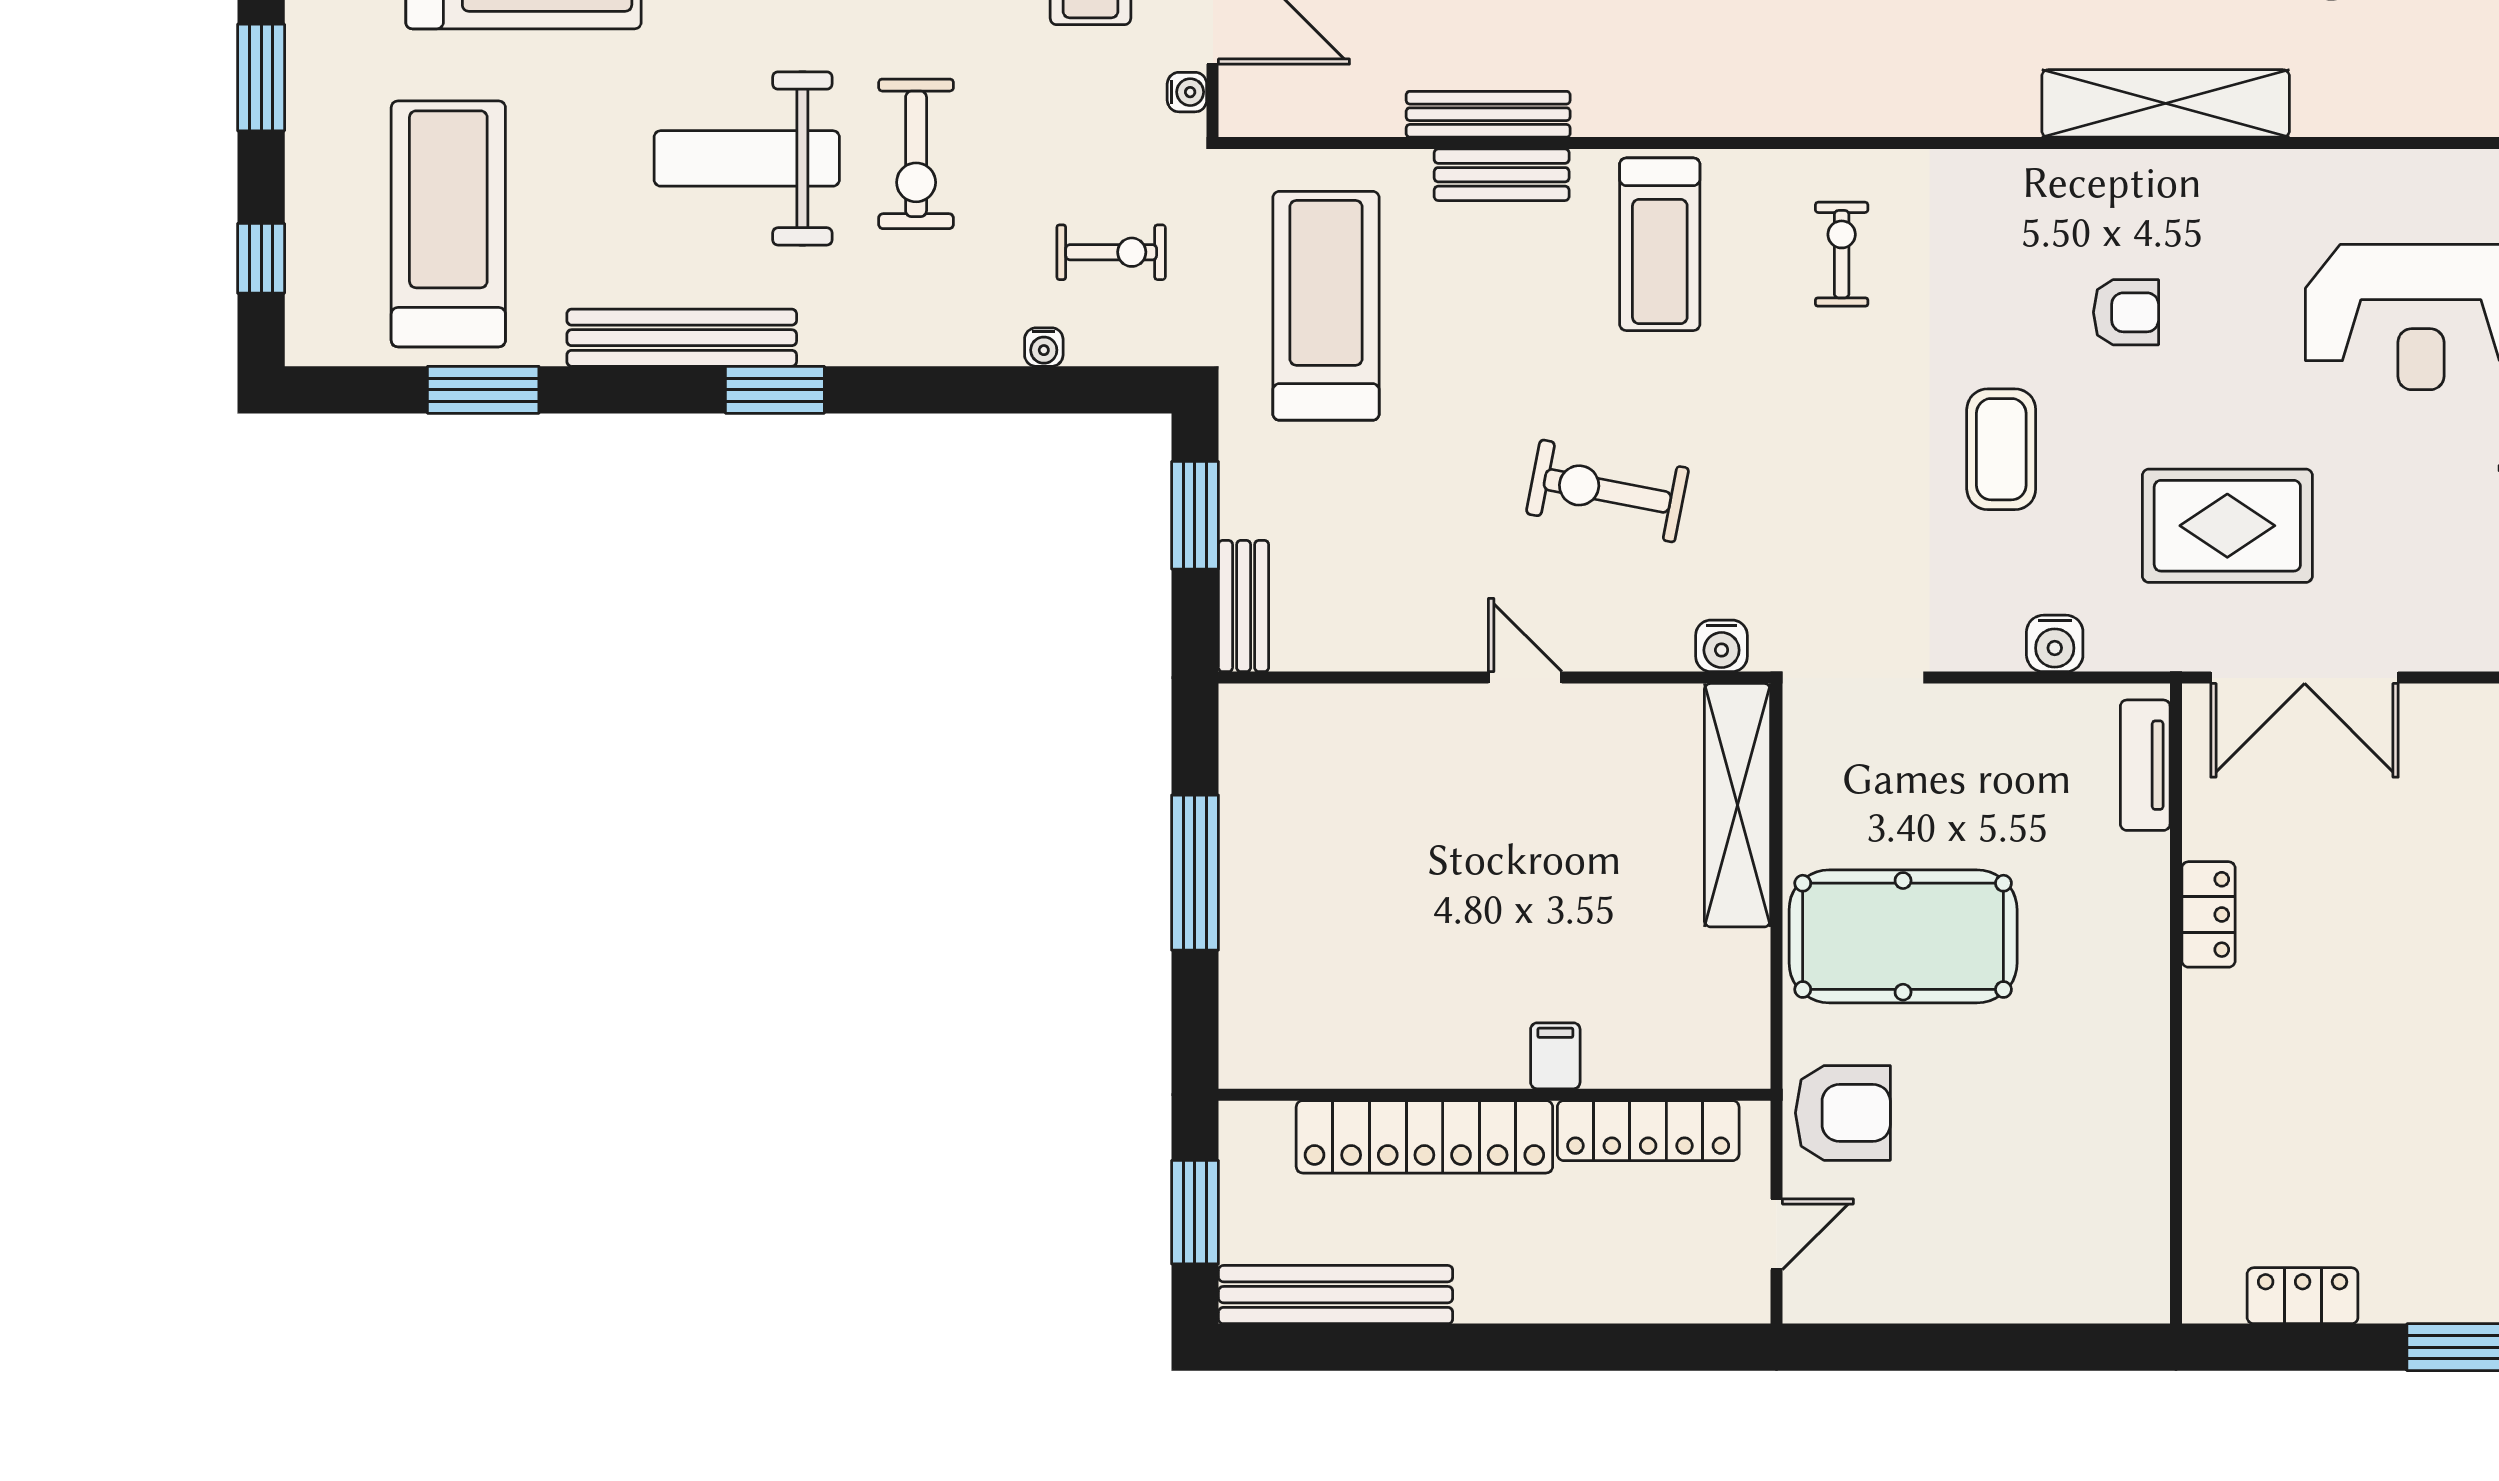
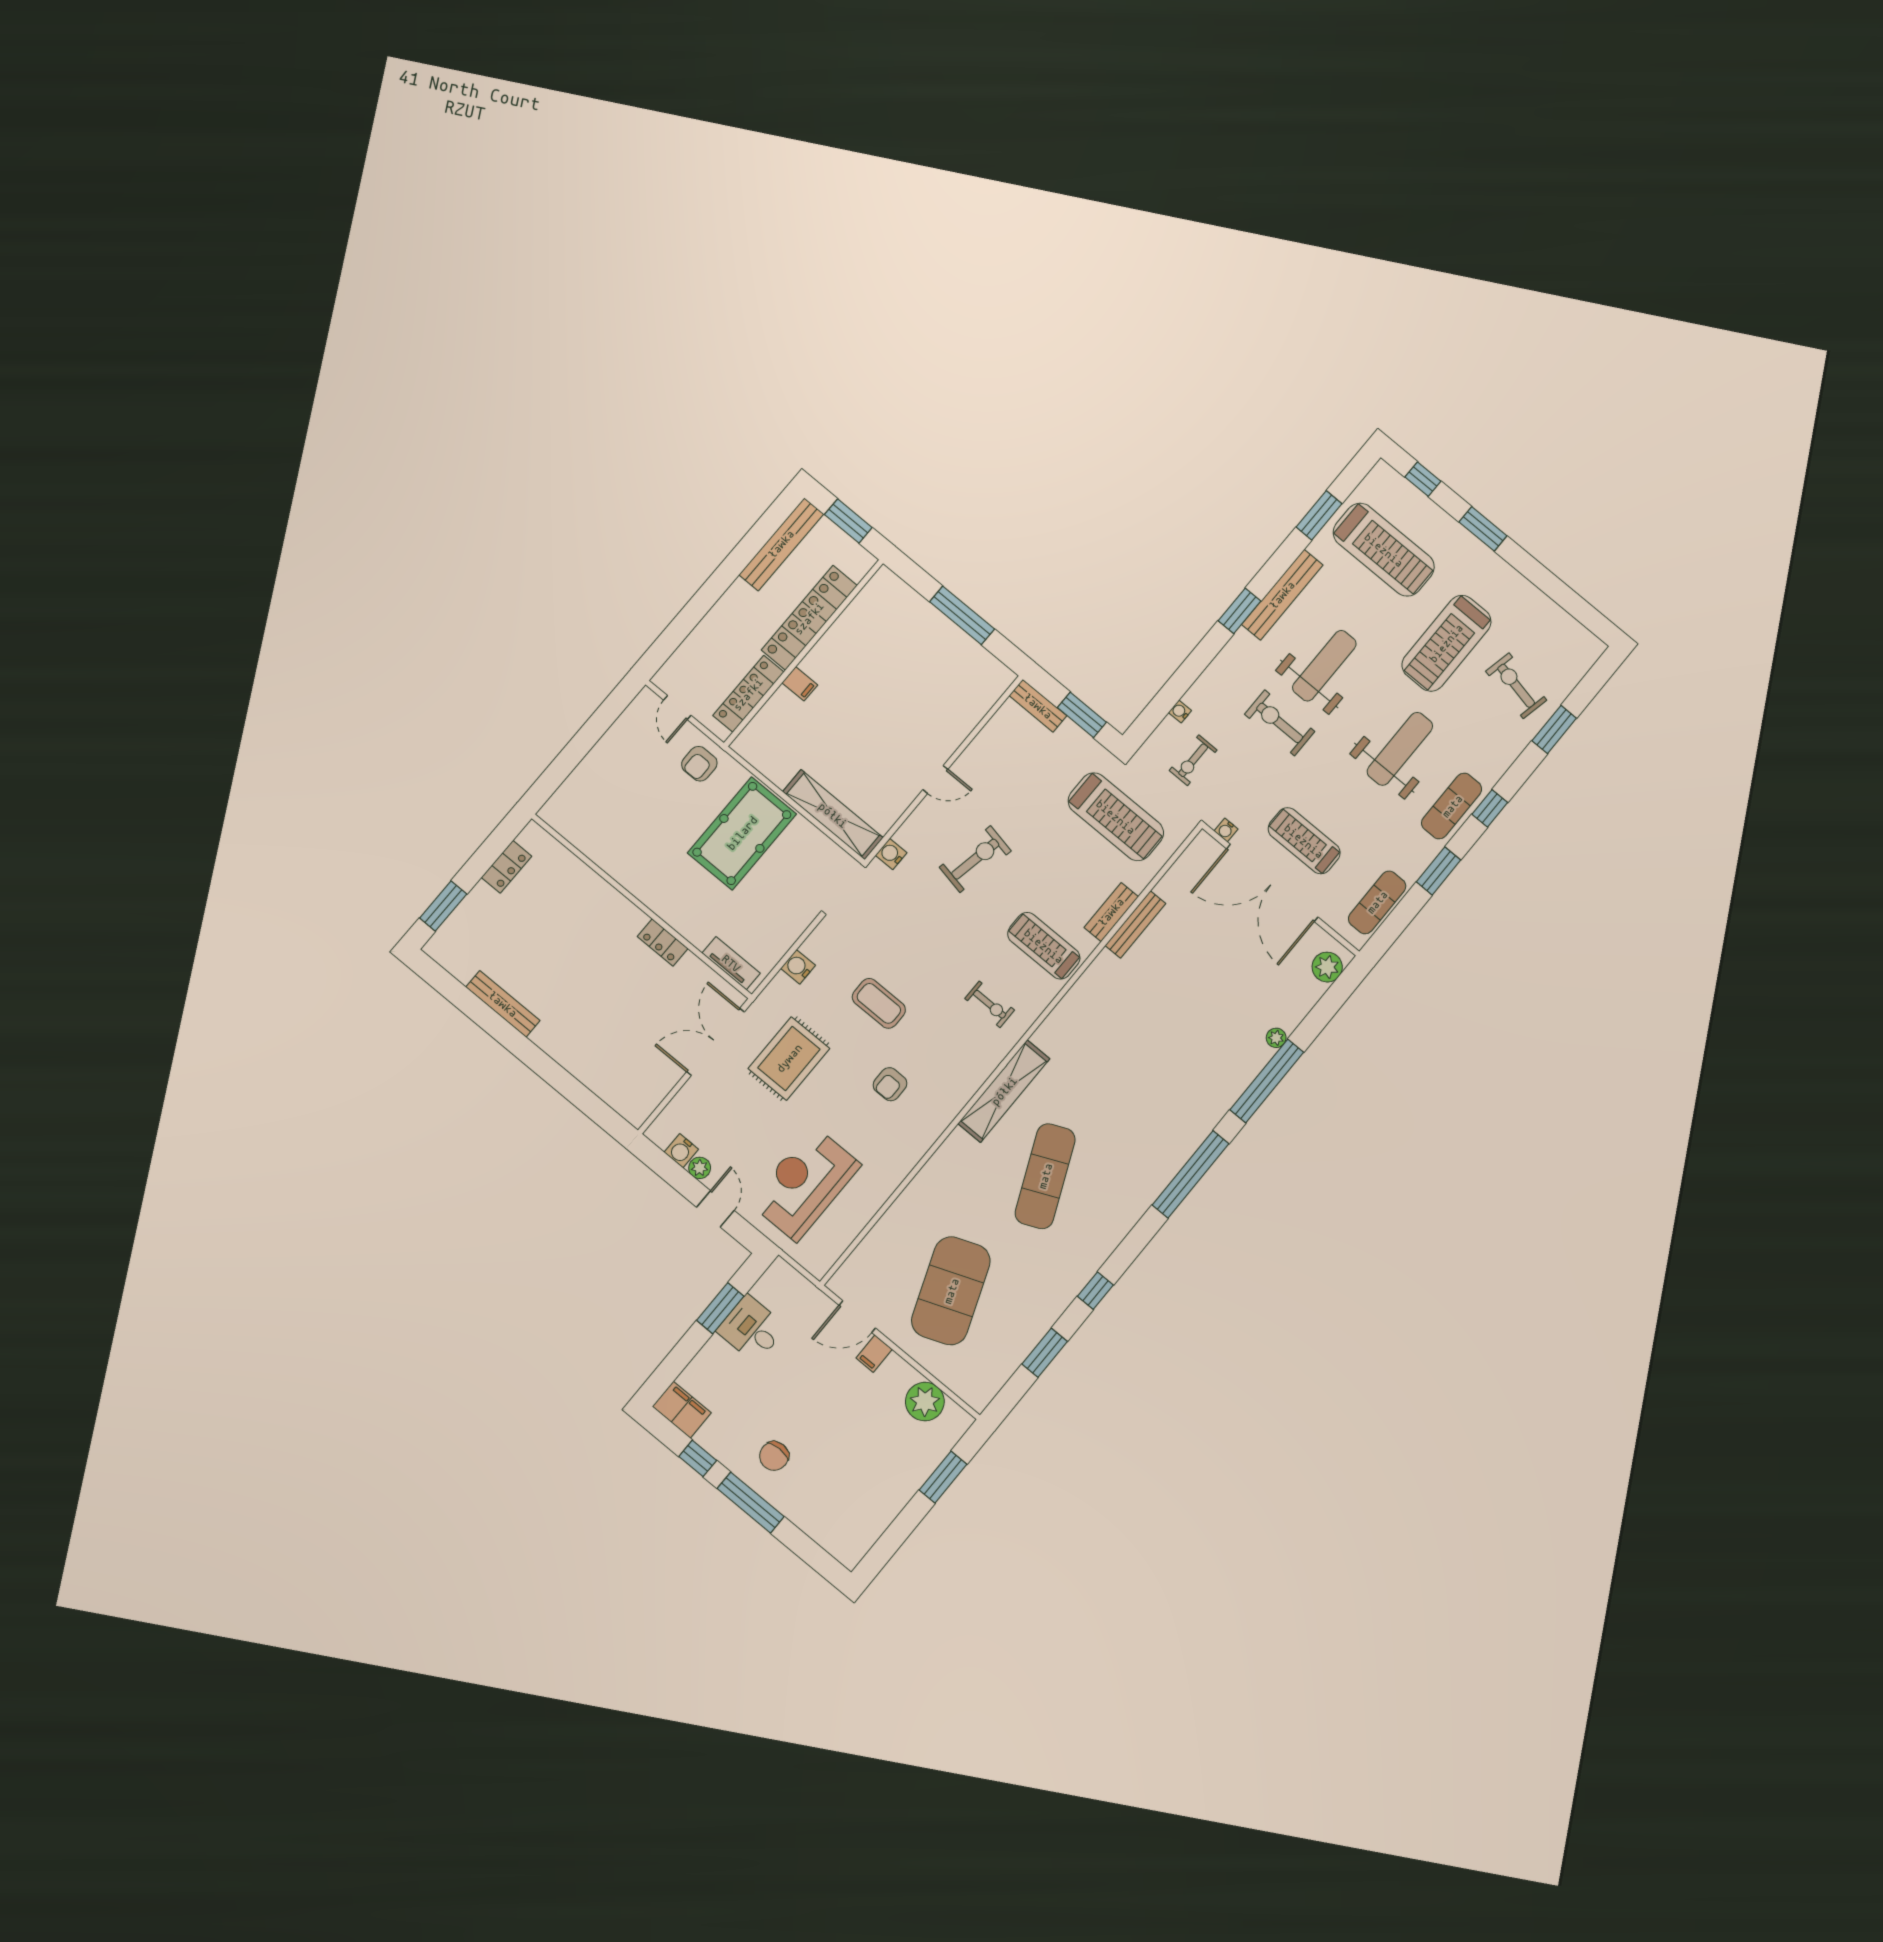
shelving: (2166, 103) -> (1004, 1091), moved
armchair: (1843, 1113) -> (699, 764), width x0.72, depth x0.72

